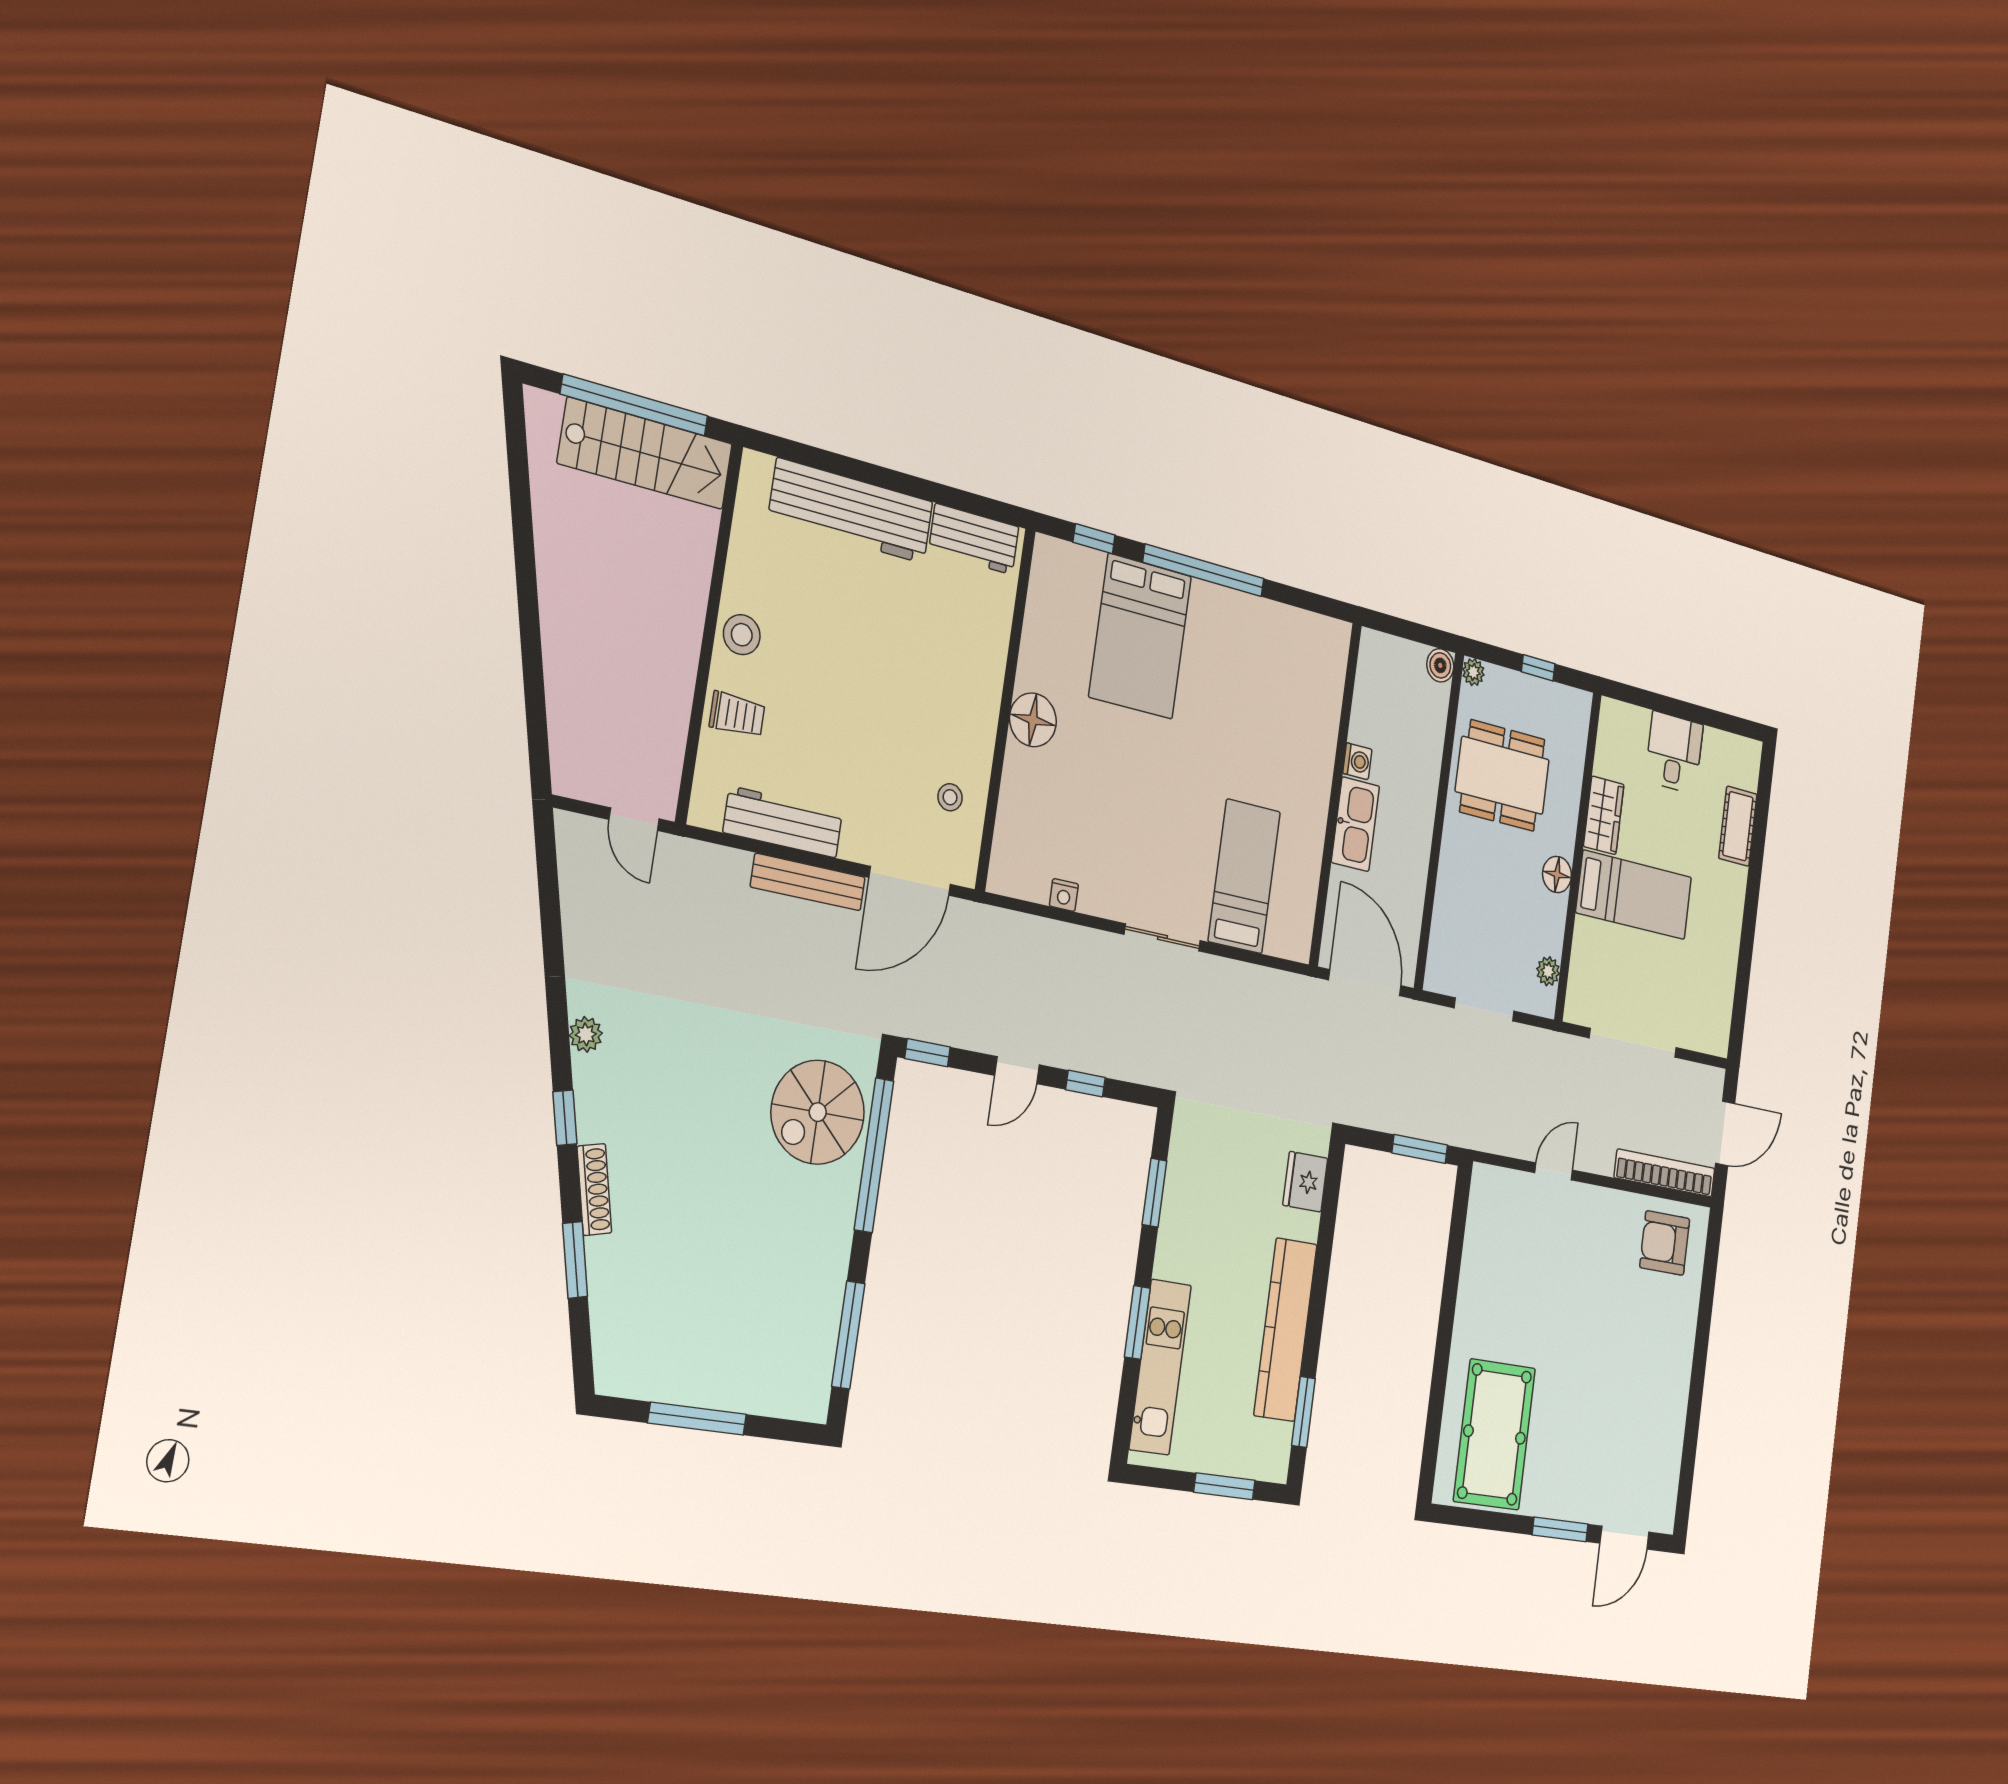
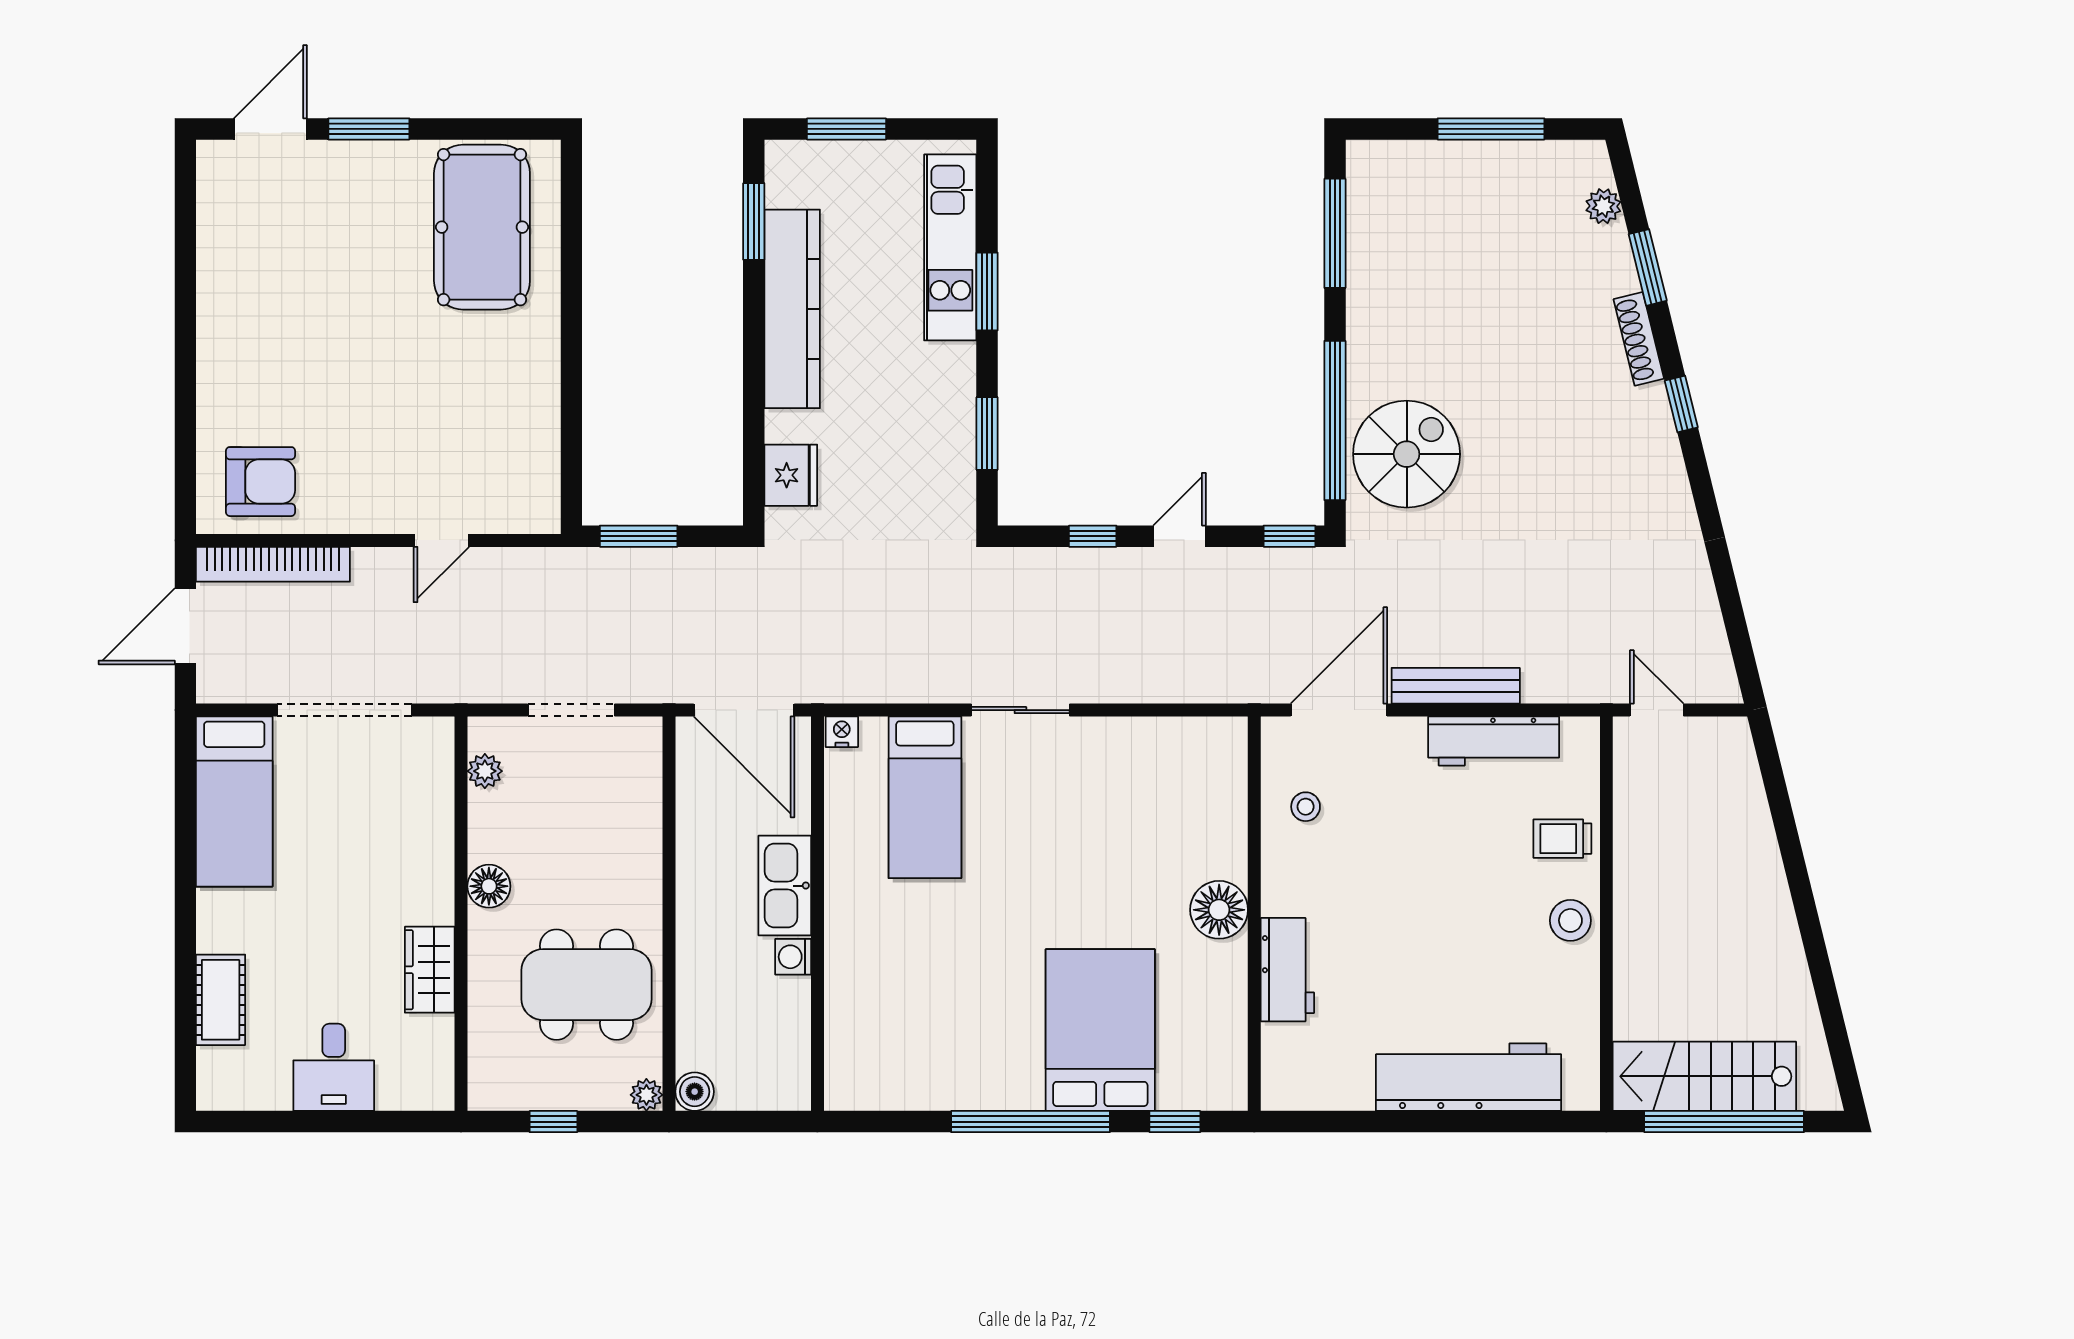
workbench: (974, 539) -> (1287, 970), moved, turned 90
nightstand: (1064, 895) -> (842, 732), moved
bed: (1634, 895) -> (234, 801), moved, turned -90
plant: (586, 1034) -> (1603, 206), moved

